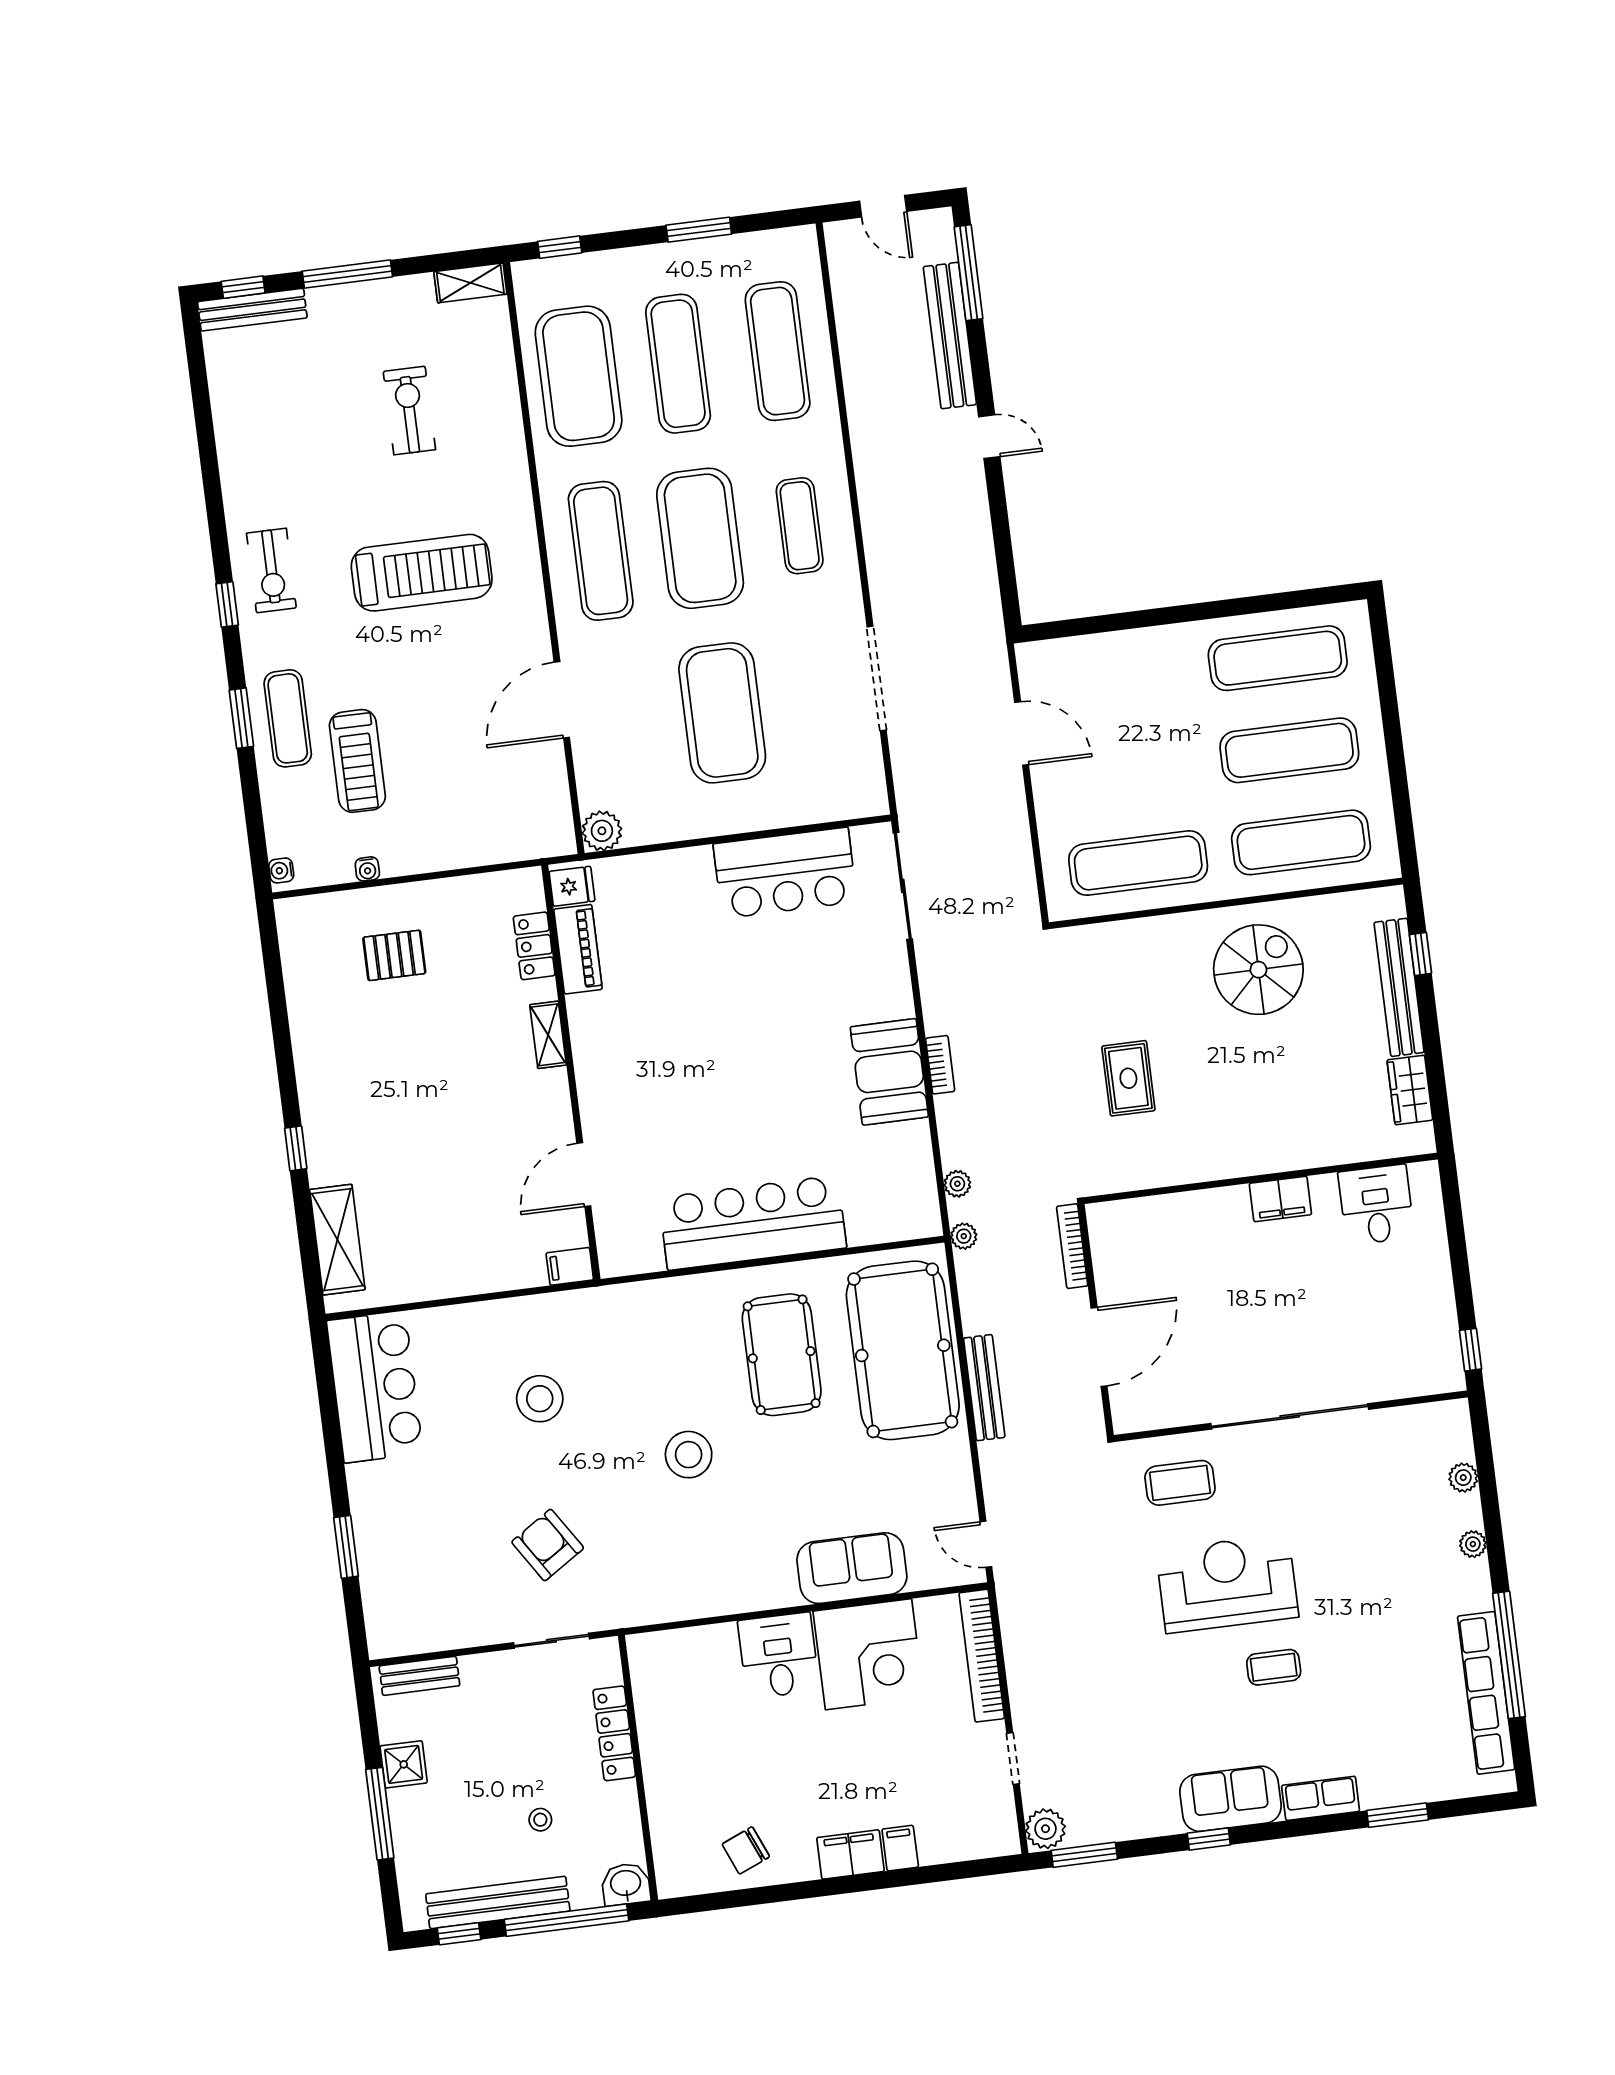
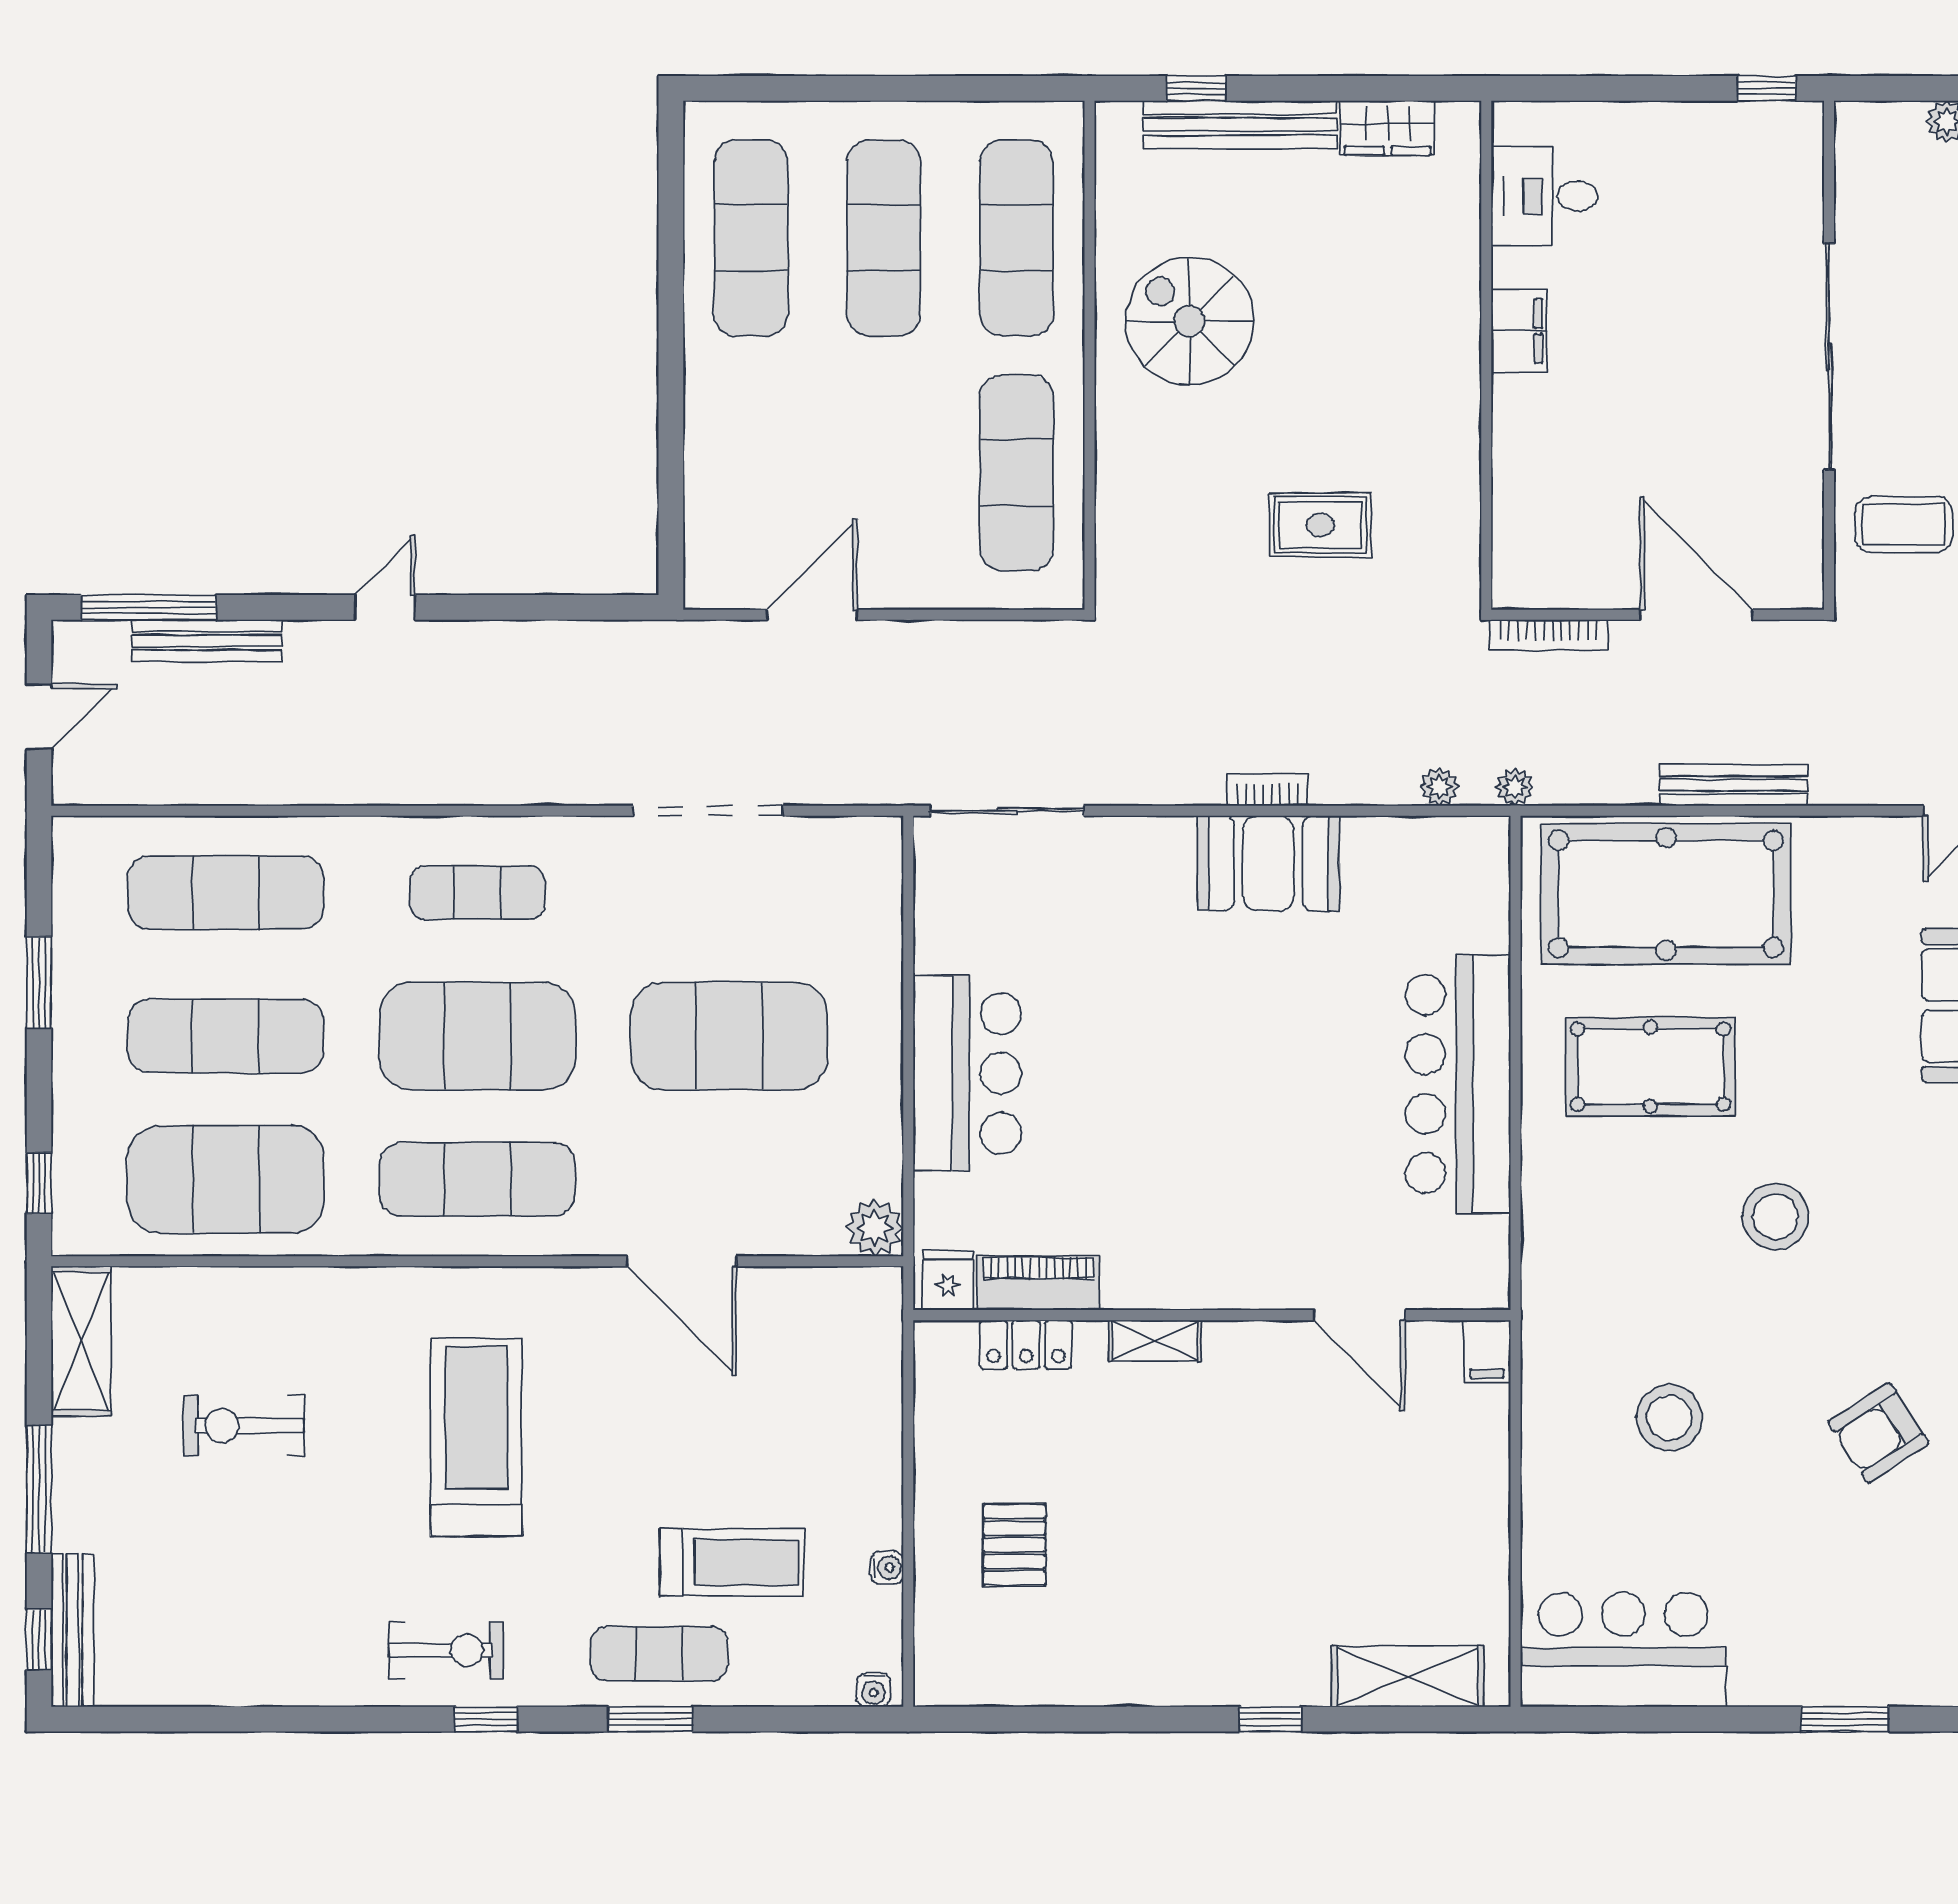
shelving: (470, 283) -> (81, 1341), width x1.50, depth x1.33
bench: (950, 336) -> (207, 641), width x0.73, depth x0.82
bar counter: (785, 873) -> (967, 1073), moved
coffee table: (1180, 1483) -> (1904, 524), turned 90

